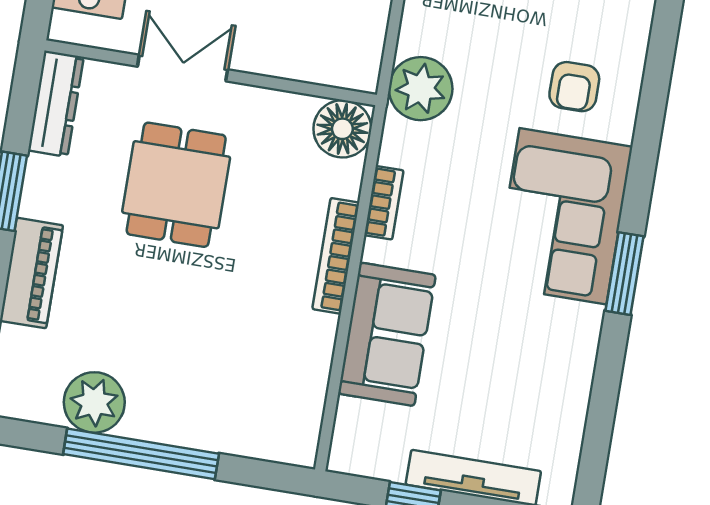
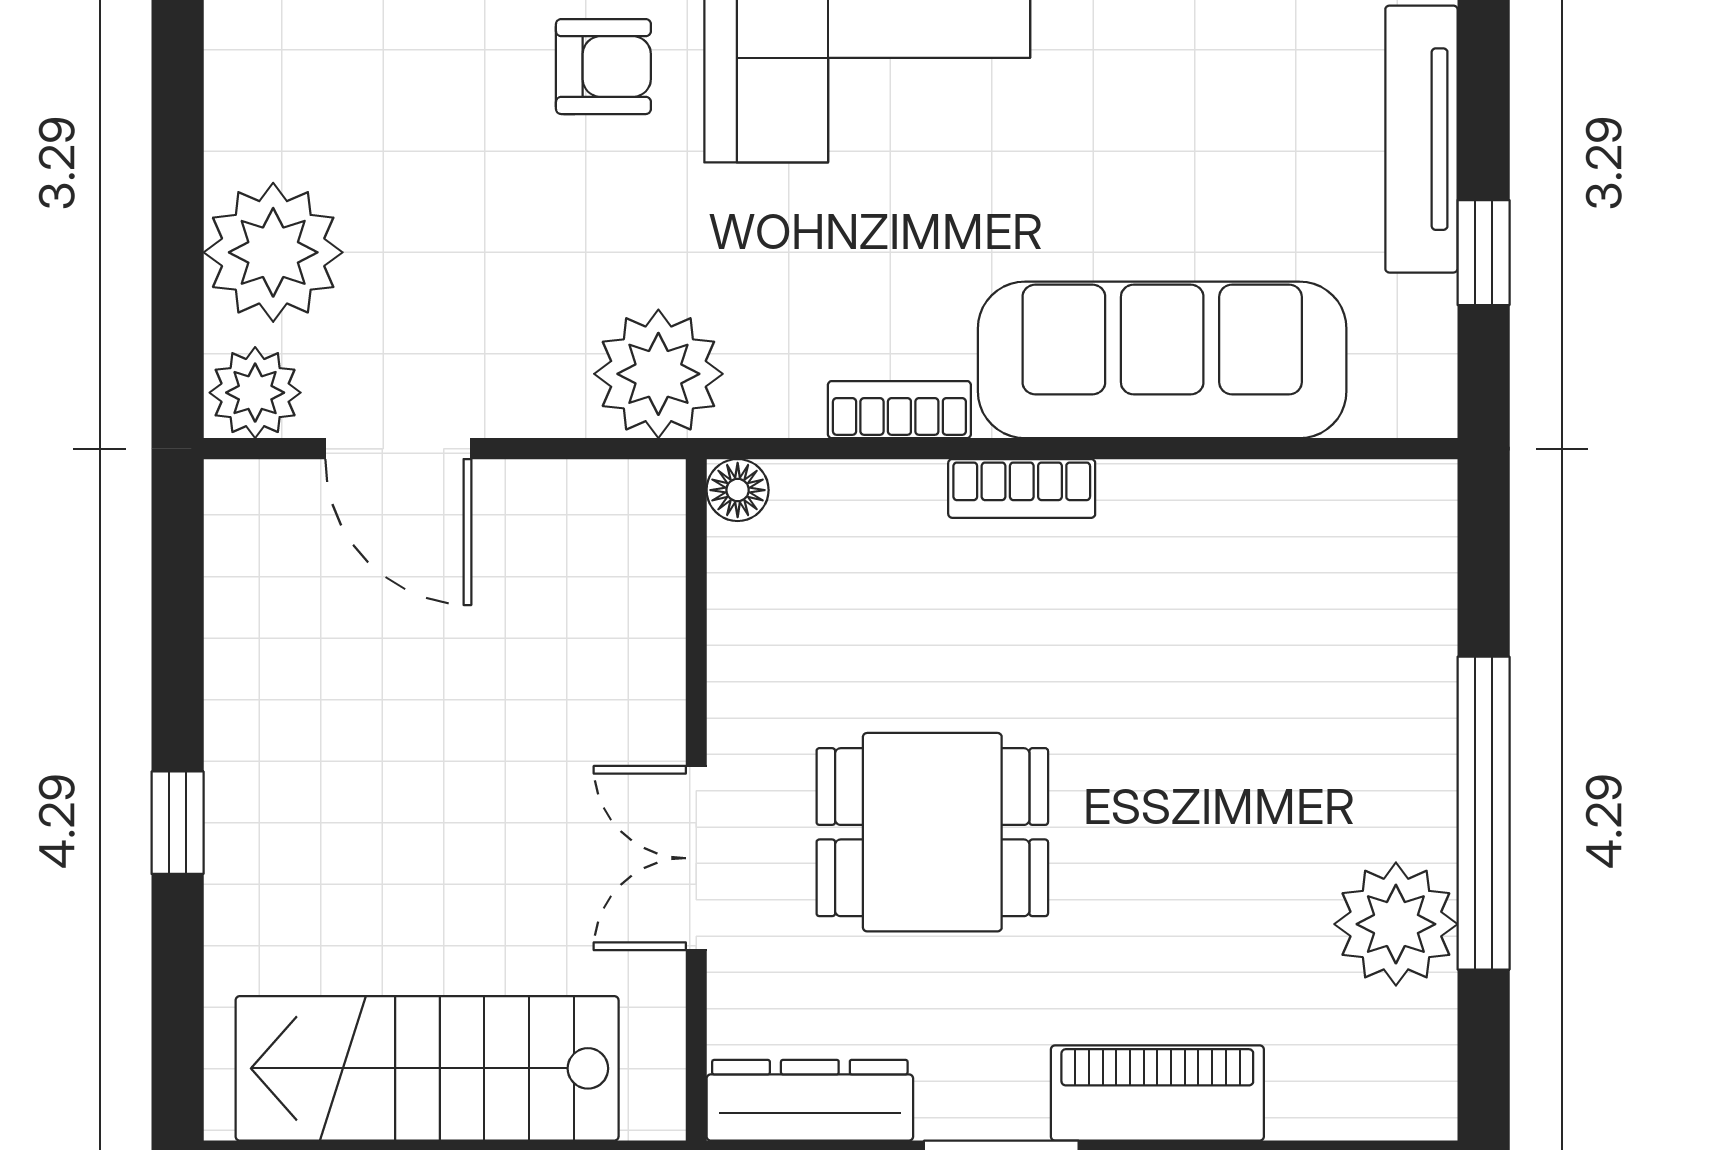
floor lamp: (342, 129) -> (738, 490), width x0.53, depth x0.53
bookcase: (336, 256) -> (1022, 488), width x0.64
sofa: (387, 334) -> (1162, 360), width x1.36

